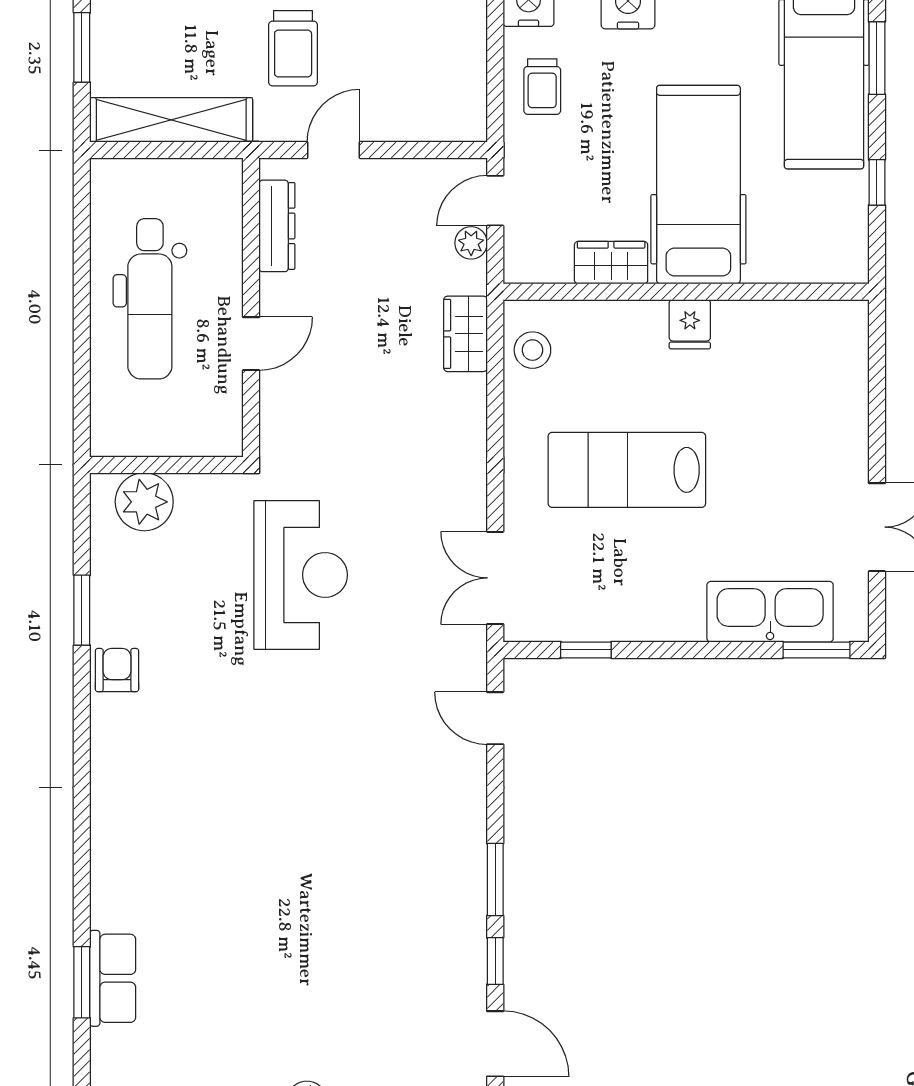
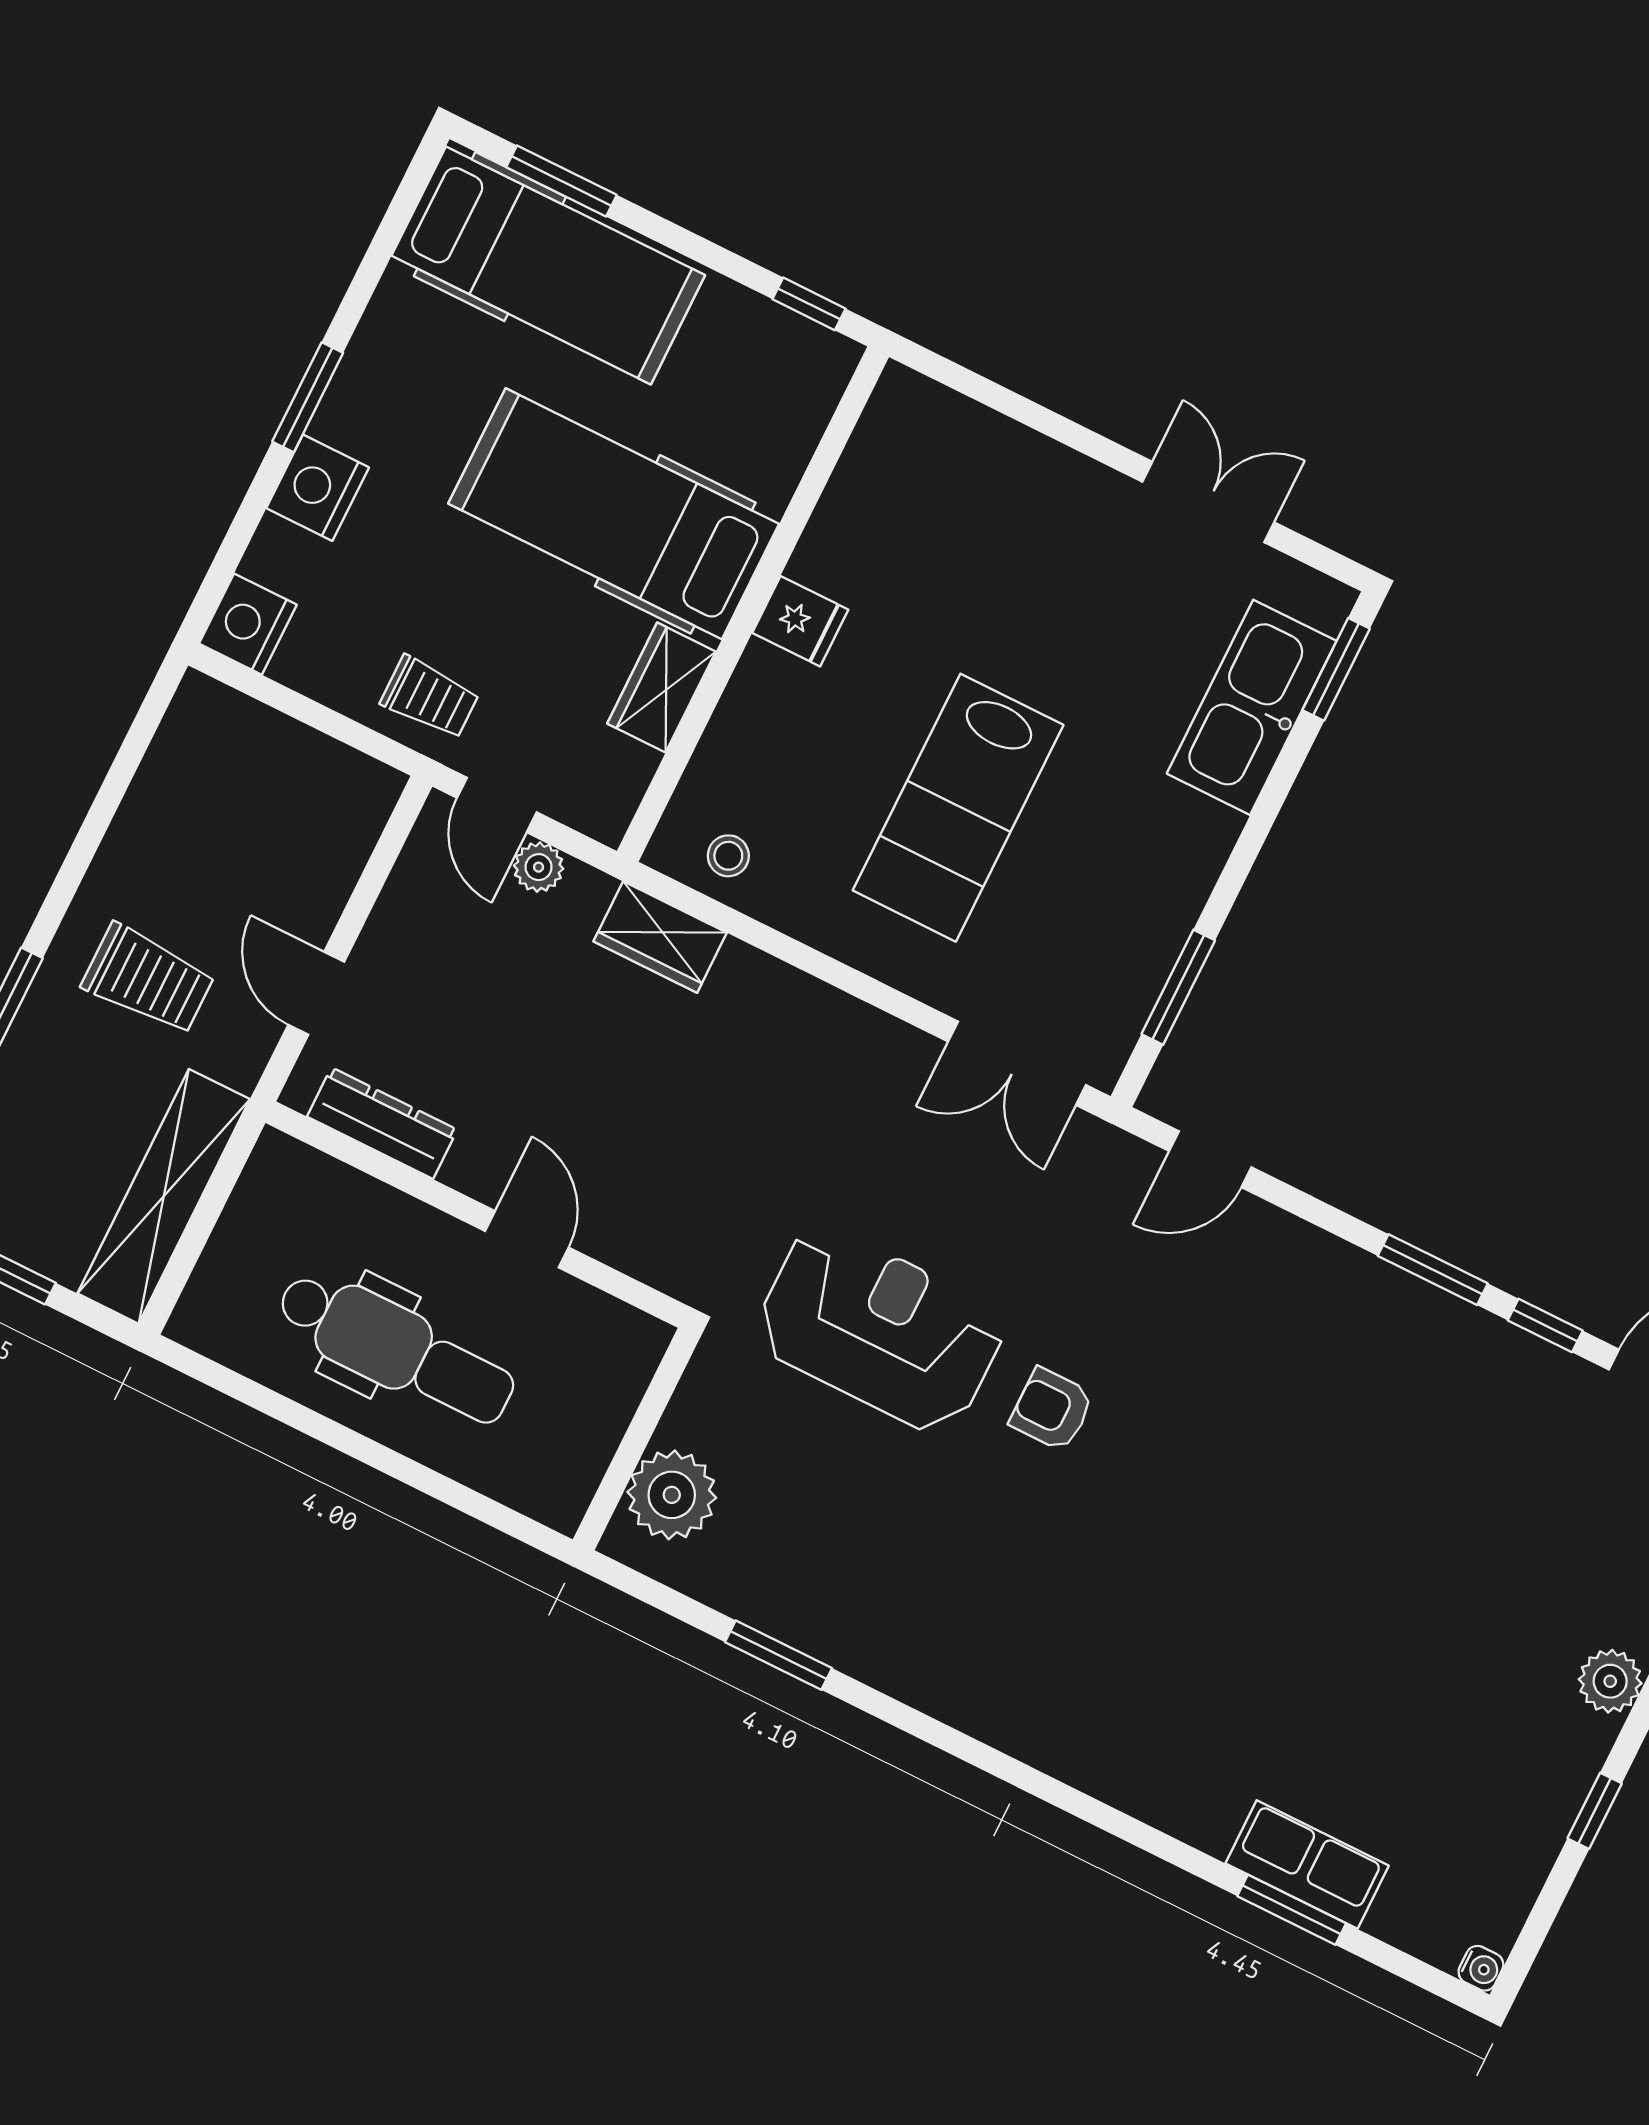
trolley: (542, 87) -> (430, 697), moved
window: (877, 182) -> (809, 304), moved
stool: (532, 350) -> (728, 856), width x0.73, depth x0.73
window: (586, 650) -> (1178, 987), width x1.50
armchair: (117, 670) -> (1052, 1409), moved

